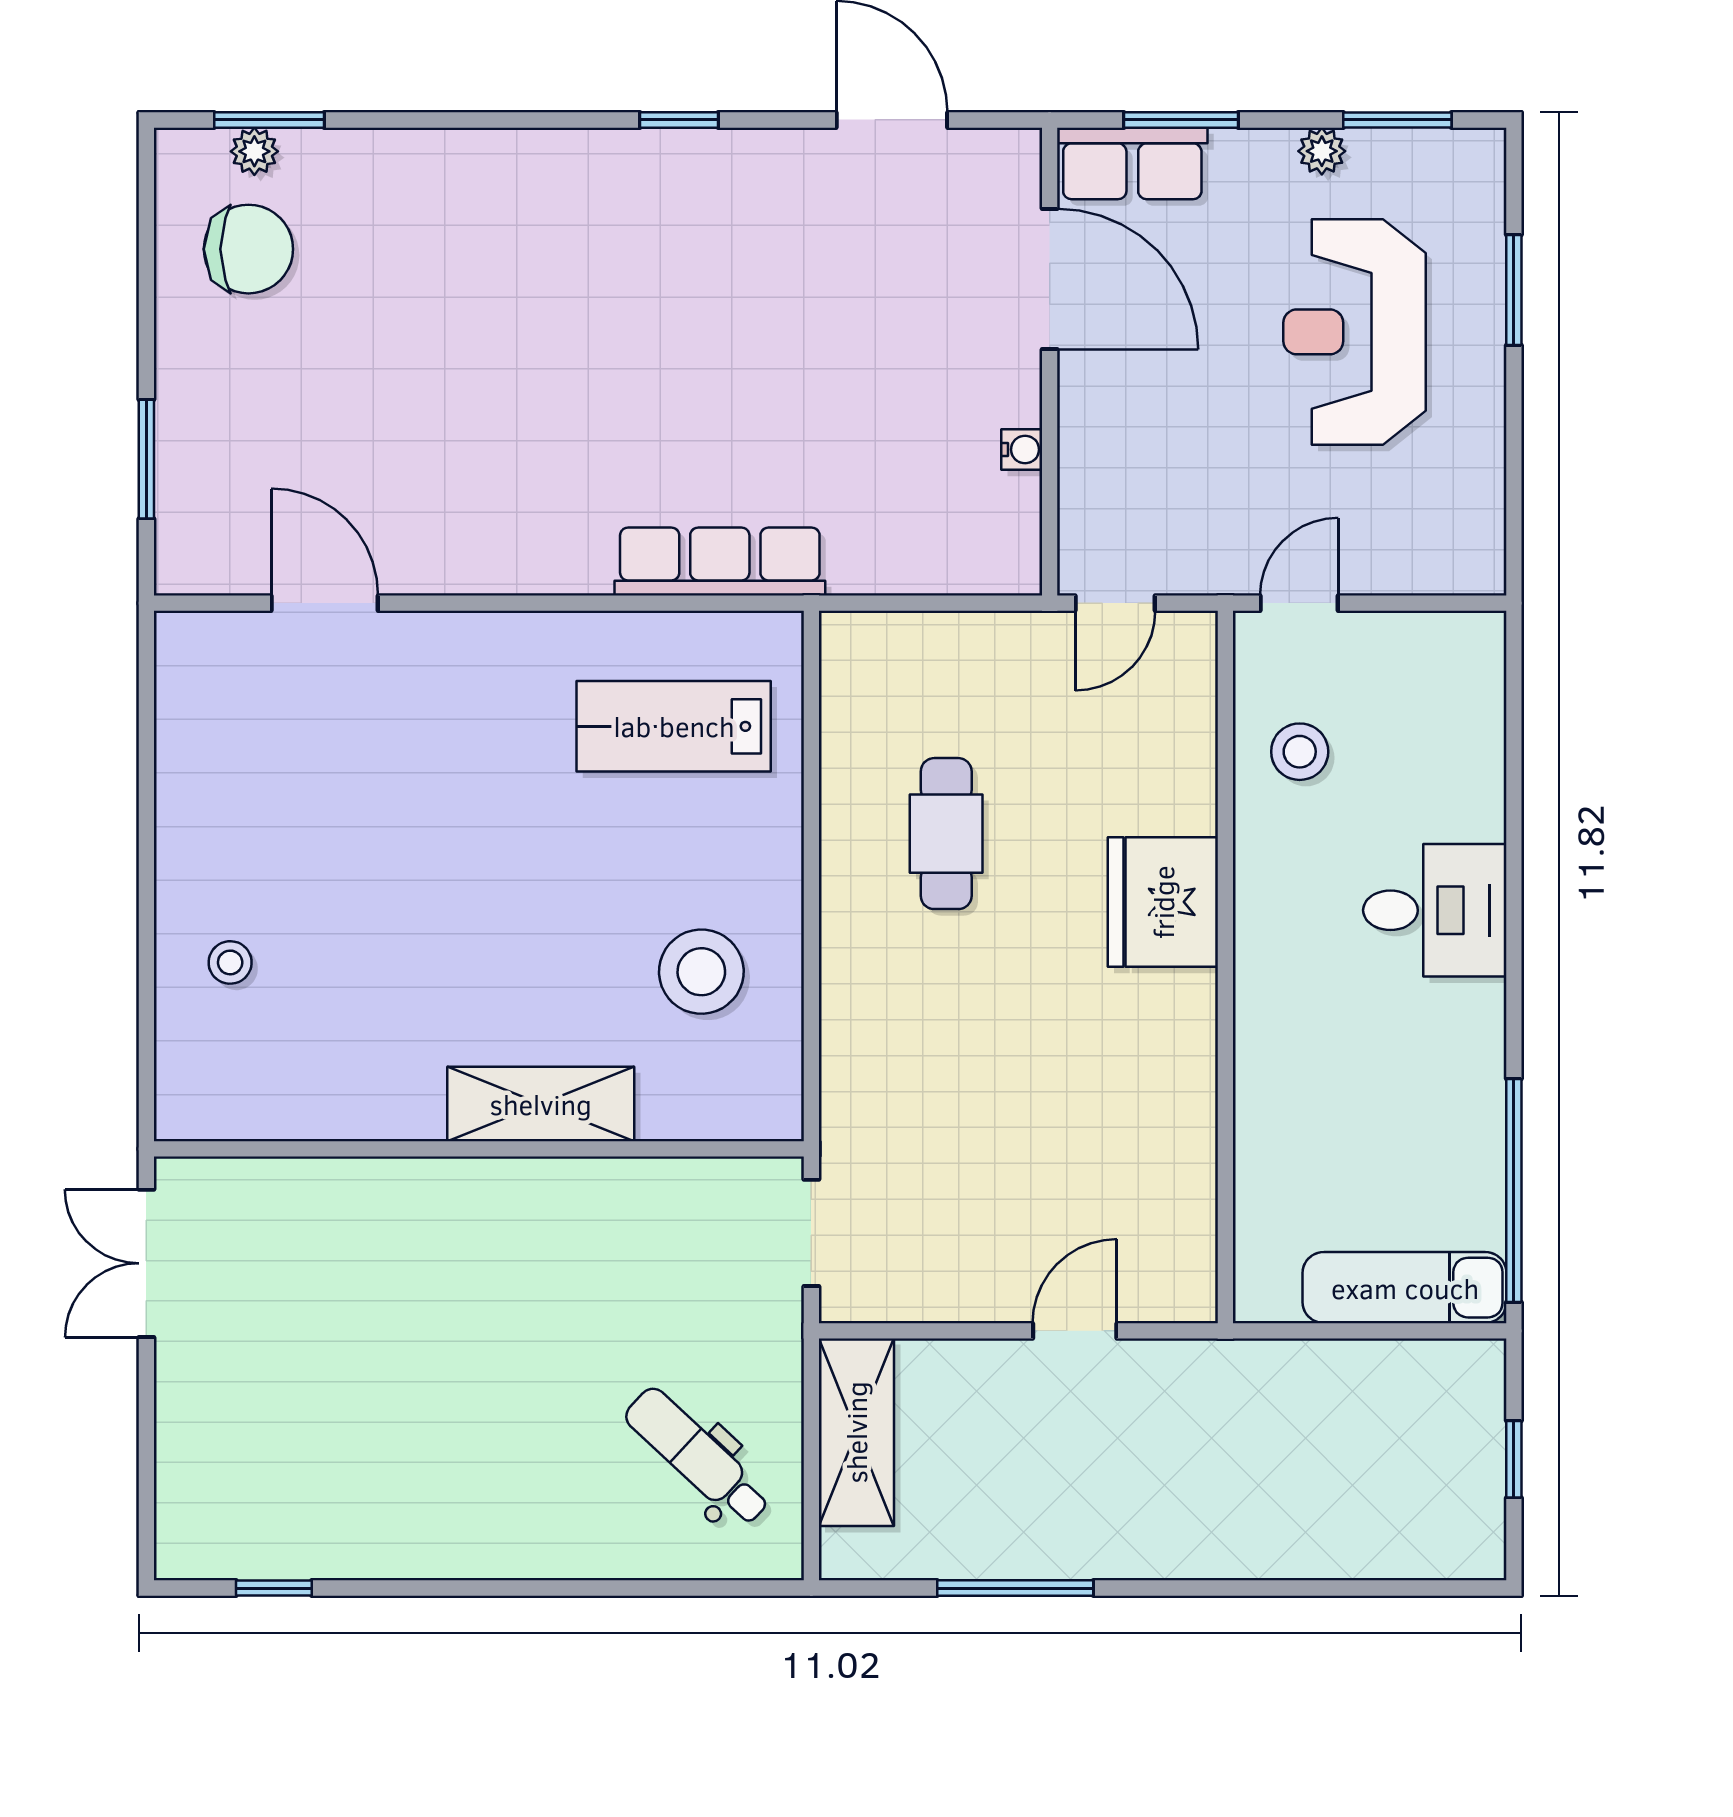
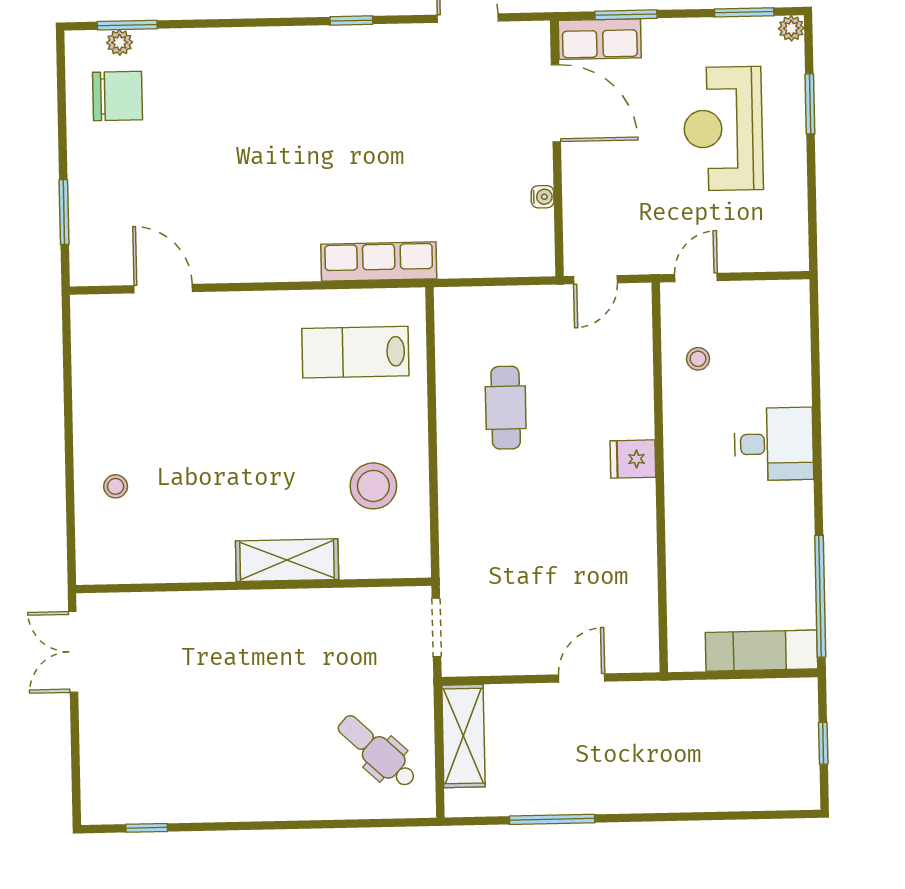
plant: (1322, 151) -> (791, 28), moved
stool: (1300, 752) -> (698, 359), width x0.73, depth x0.73
fridge: (1163, 902) -> (633, 459), width x0.53, depth x0.75

